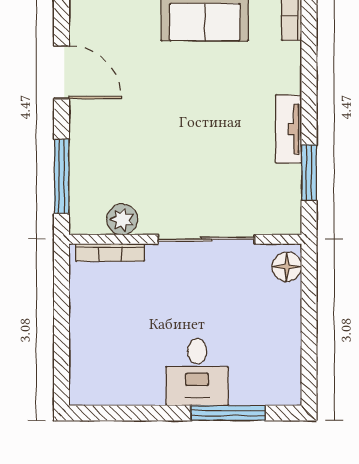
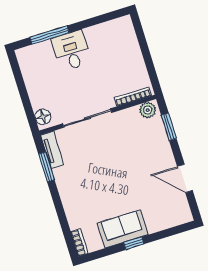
tv unit: (289, 129) -> (52, 150), moved
window: (62, 176) -> (169, 127), width x0.69
plant: (122, 219) -> (148, 110), moved

